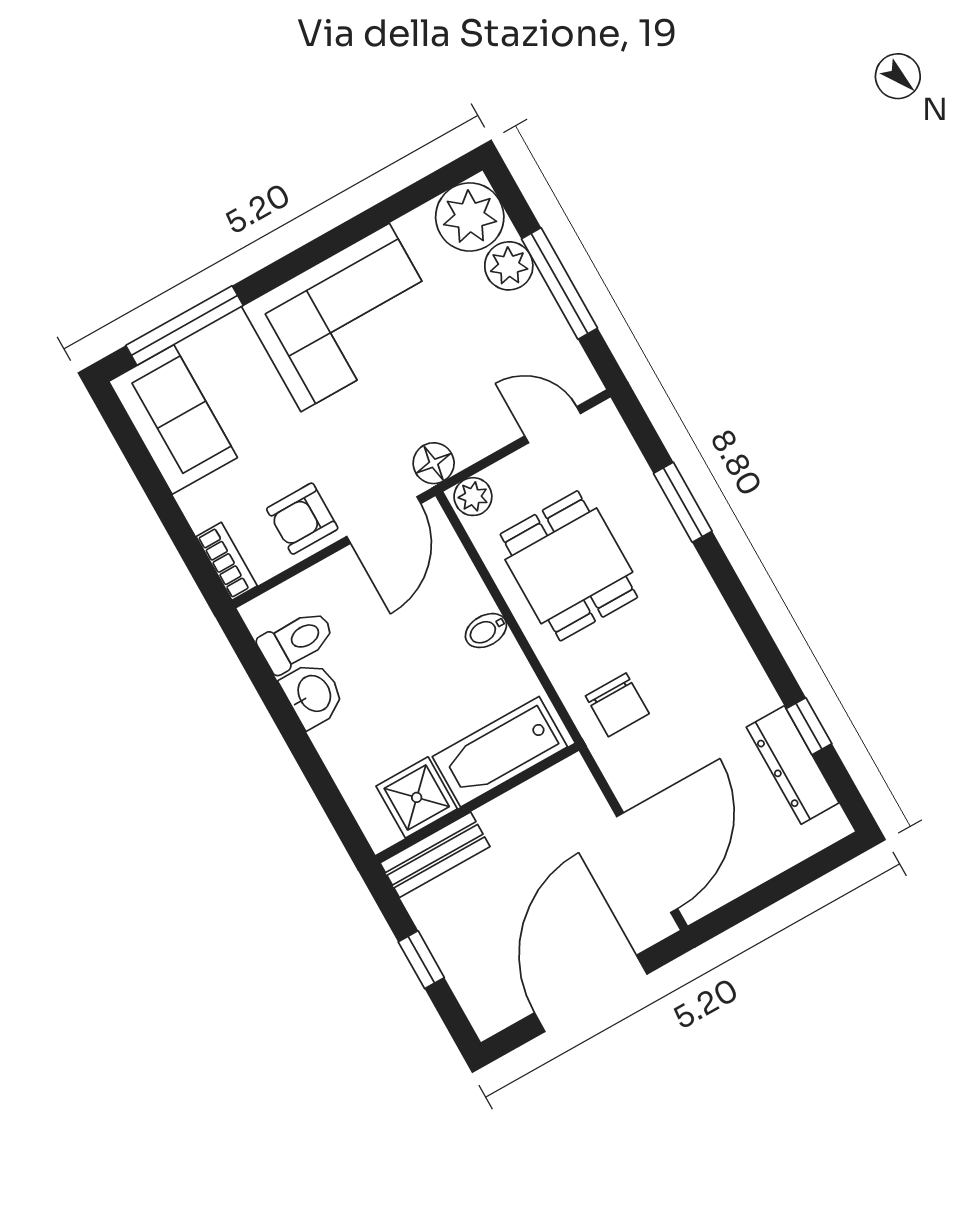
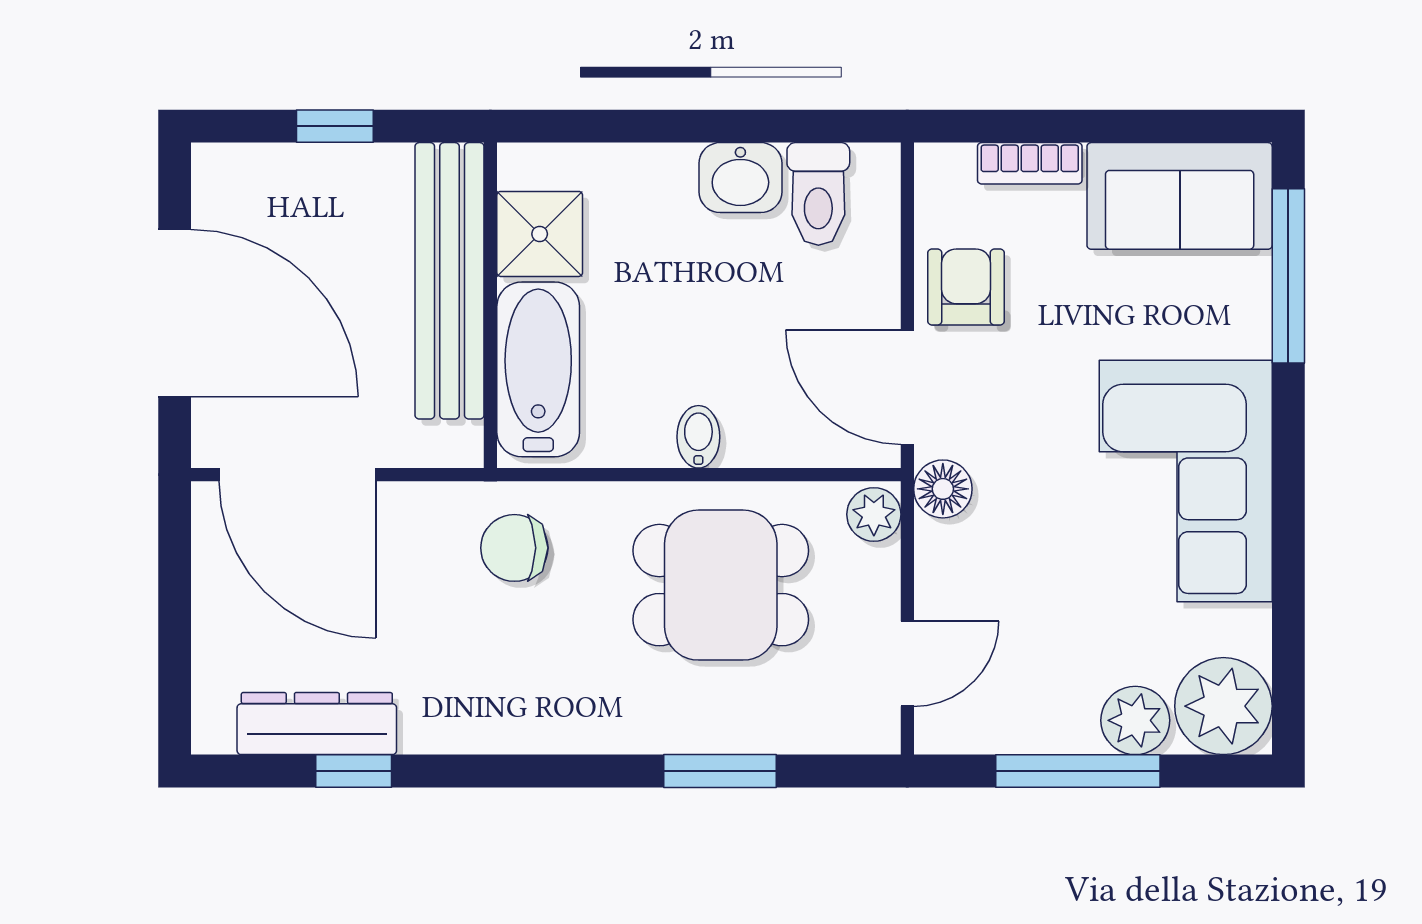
bookcase: (227, 561) -> (1030, 163), moved
bench: (435, 855) -> (450, 281), width x1.86, depth x1.21

